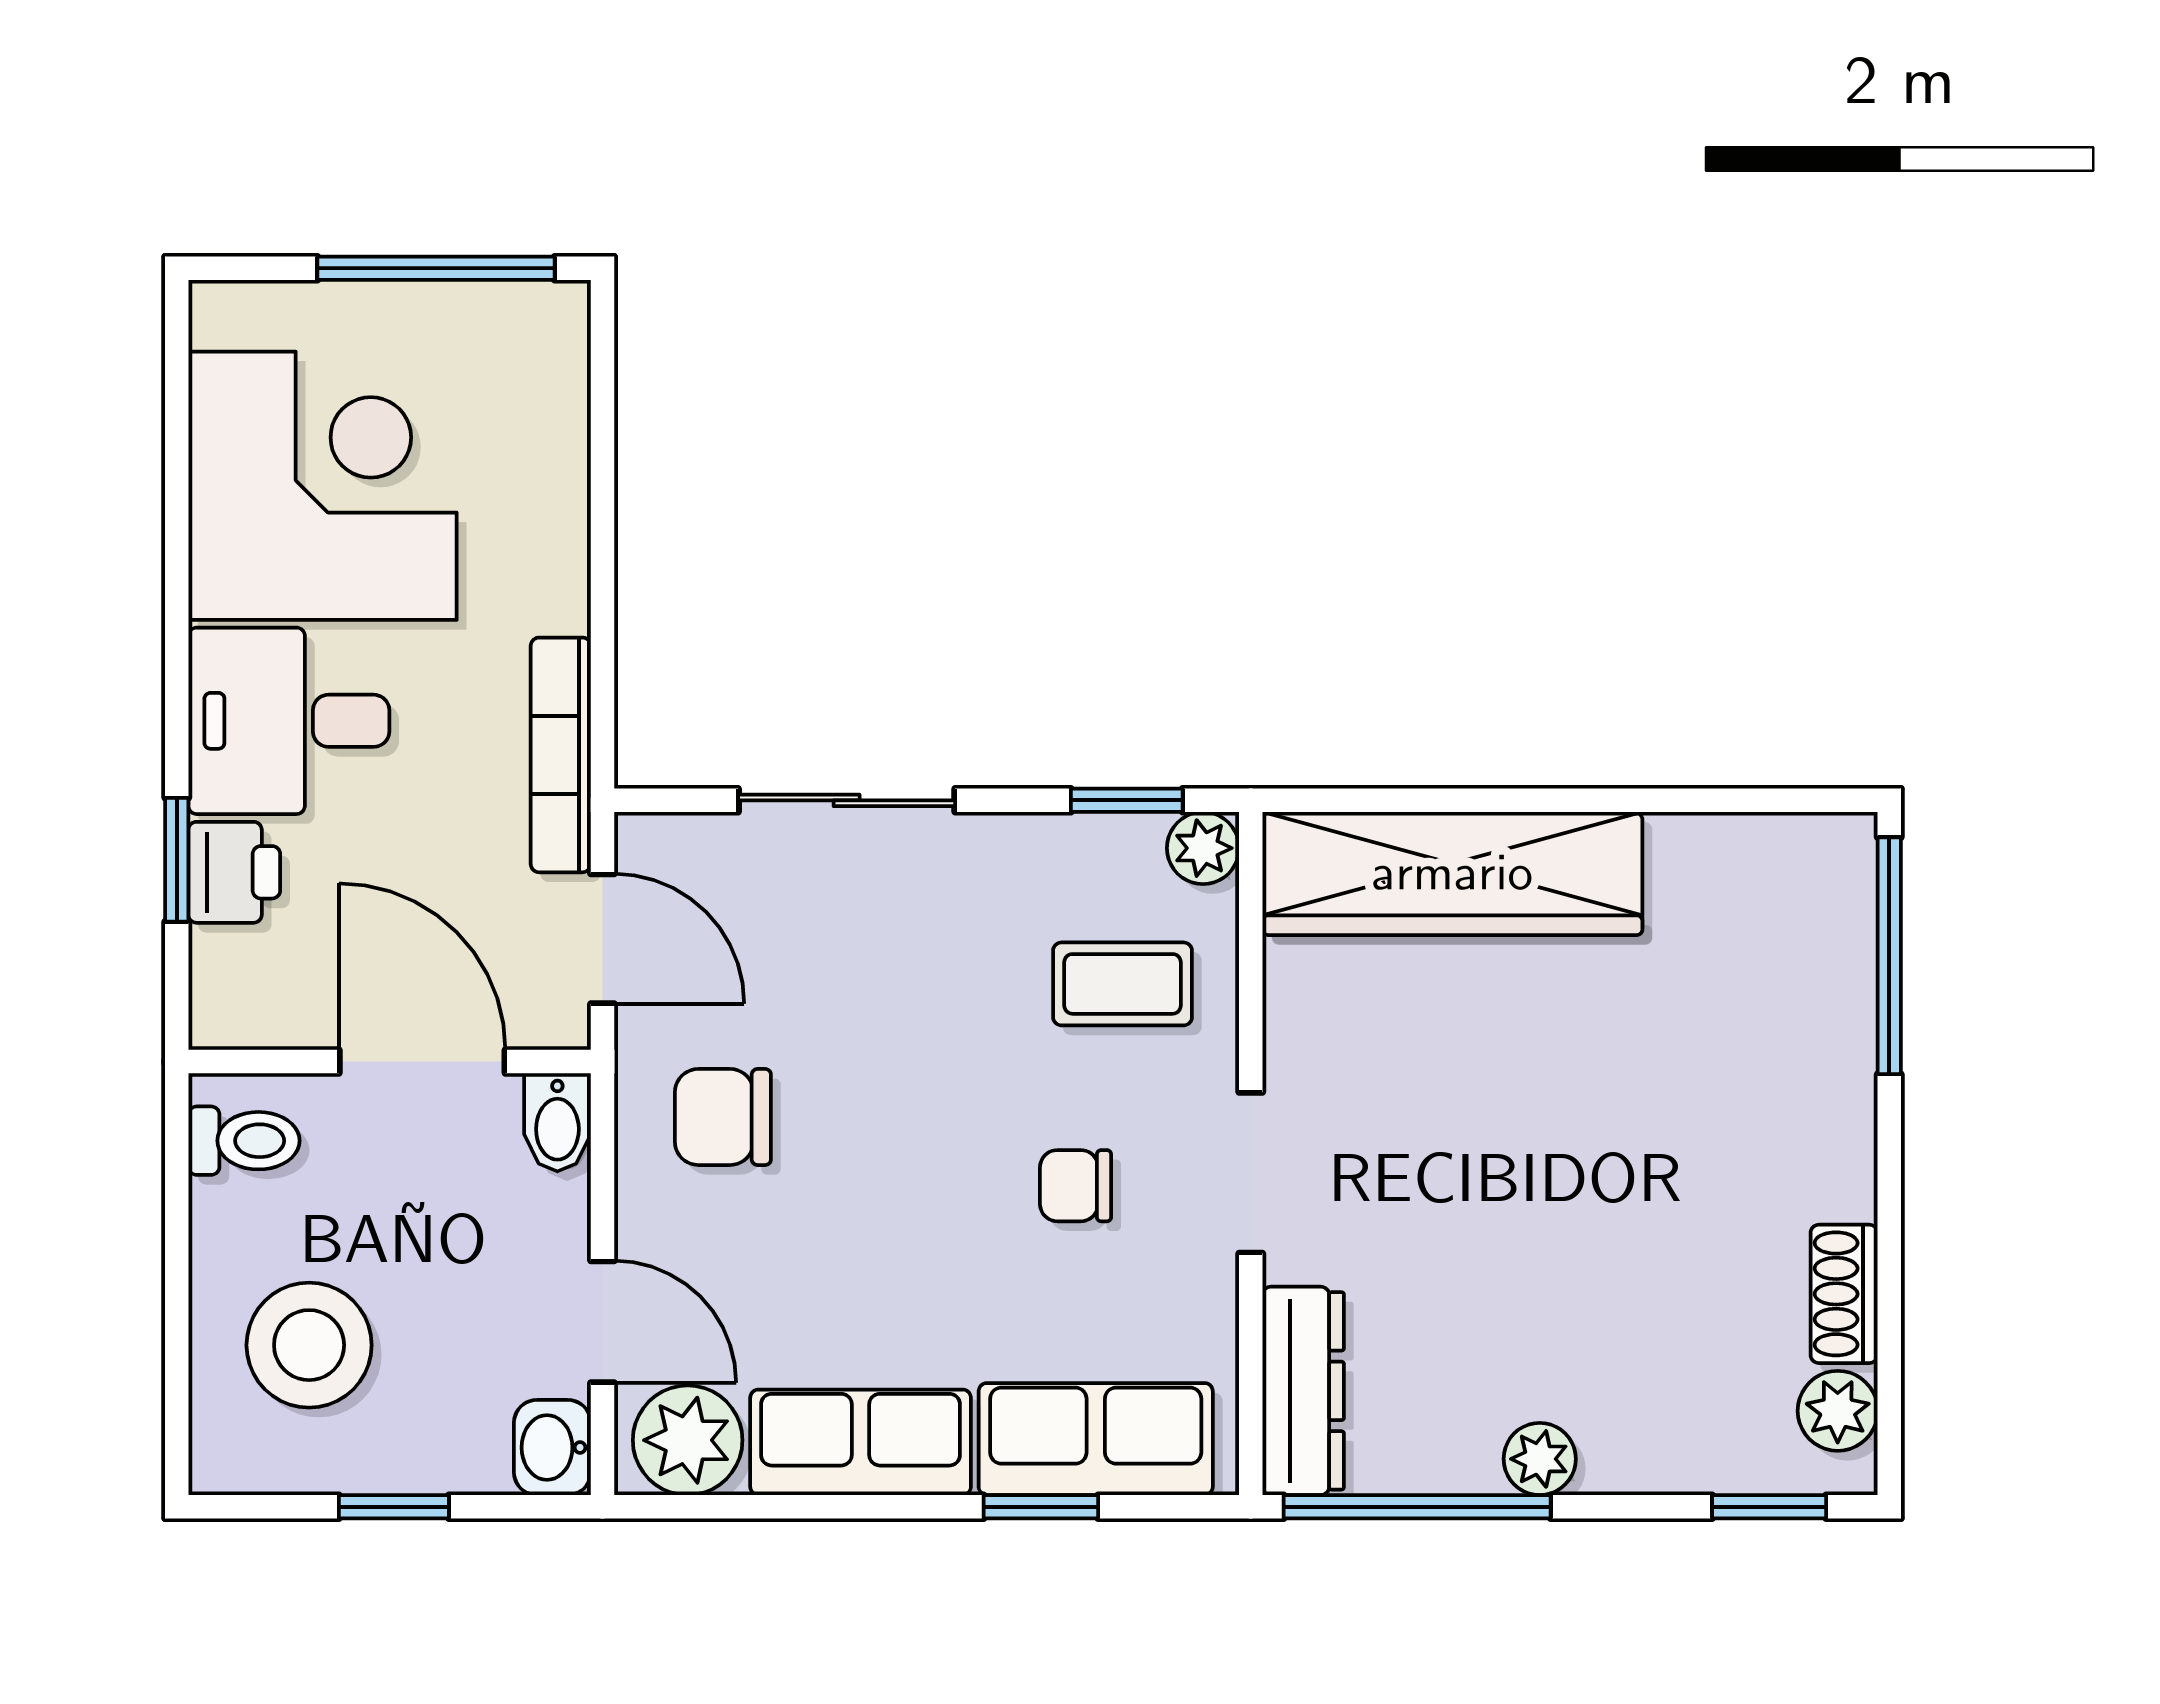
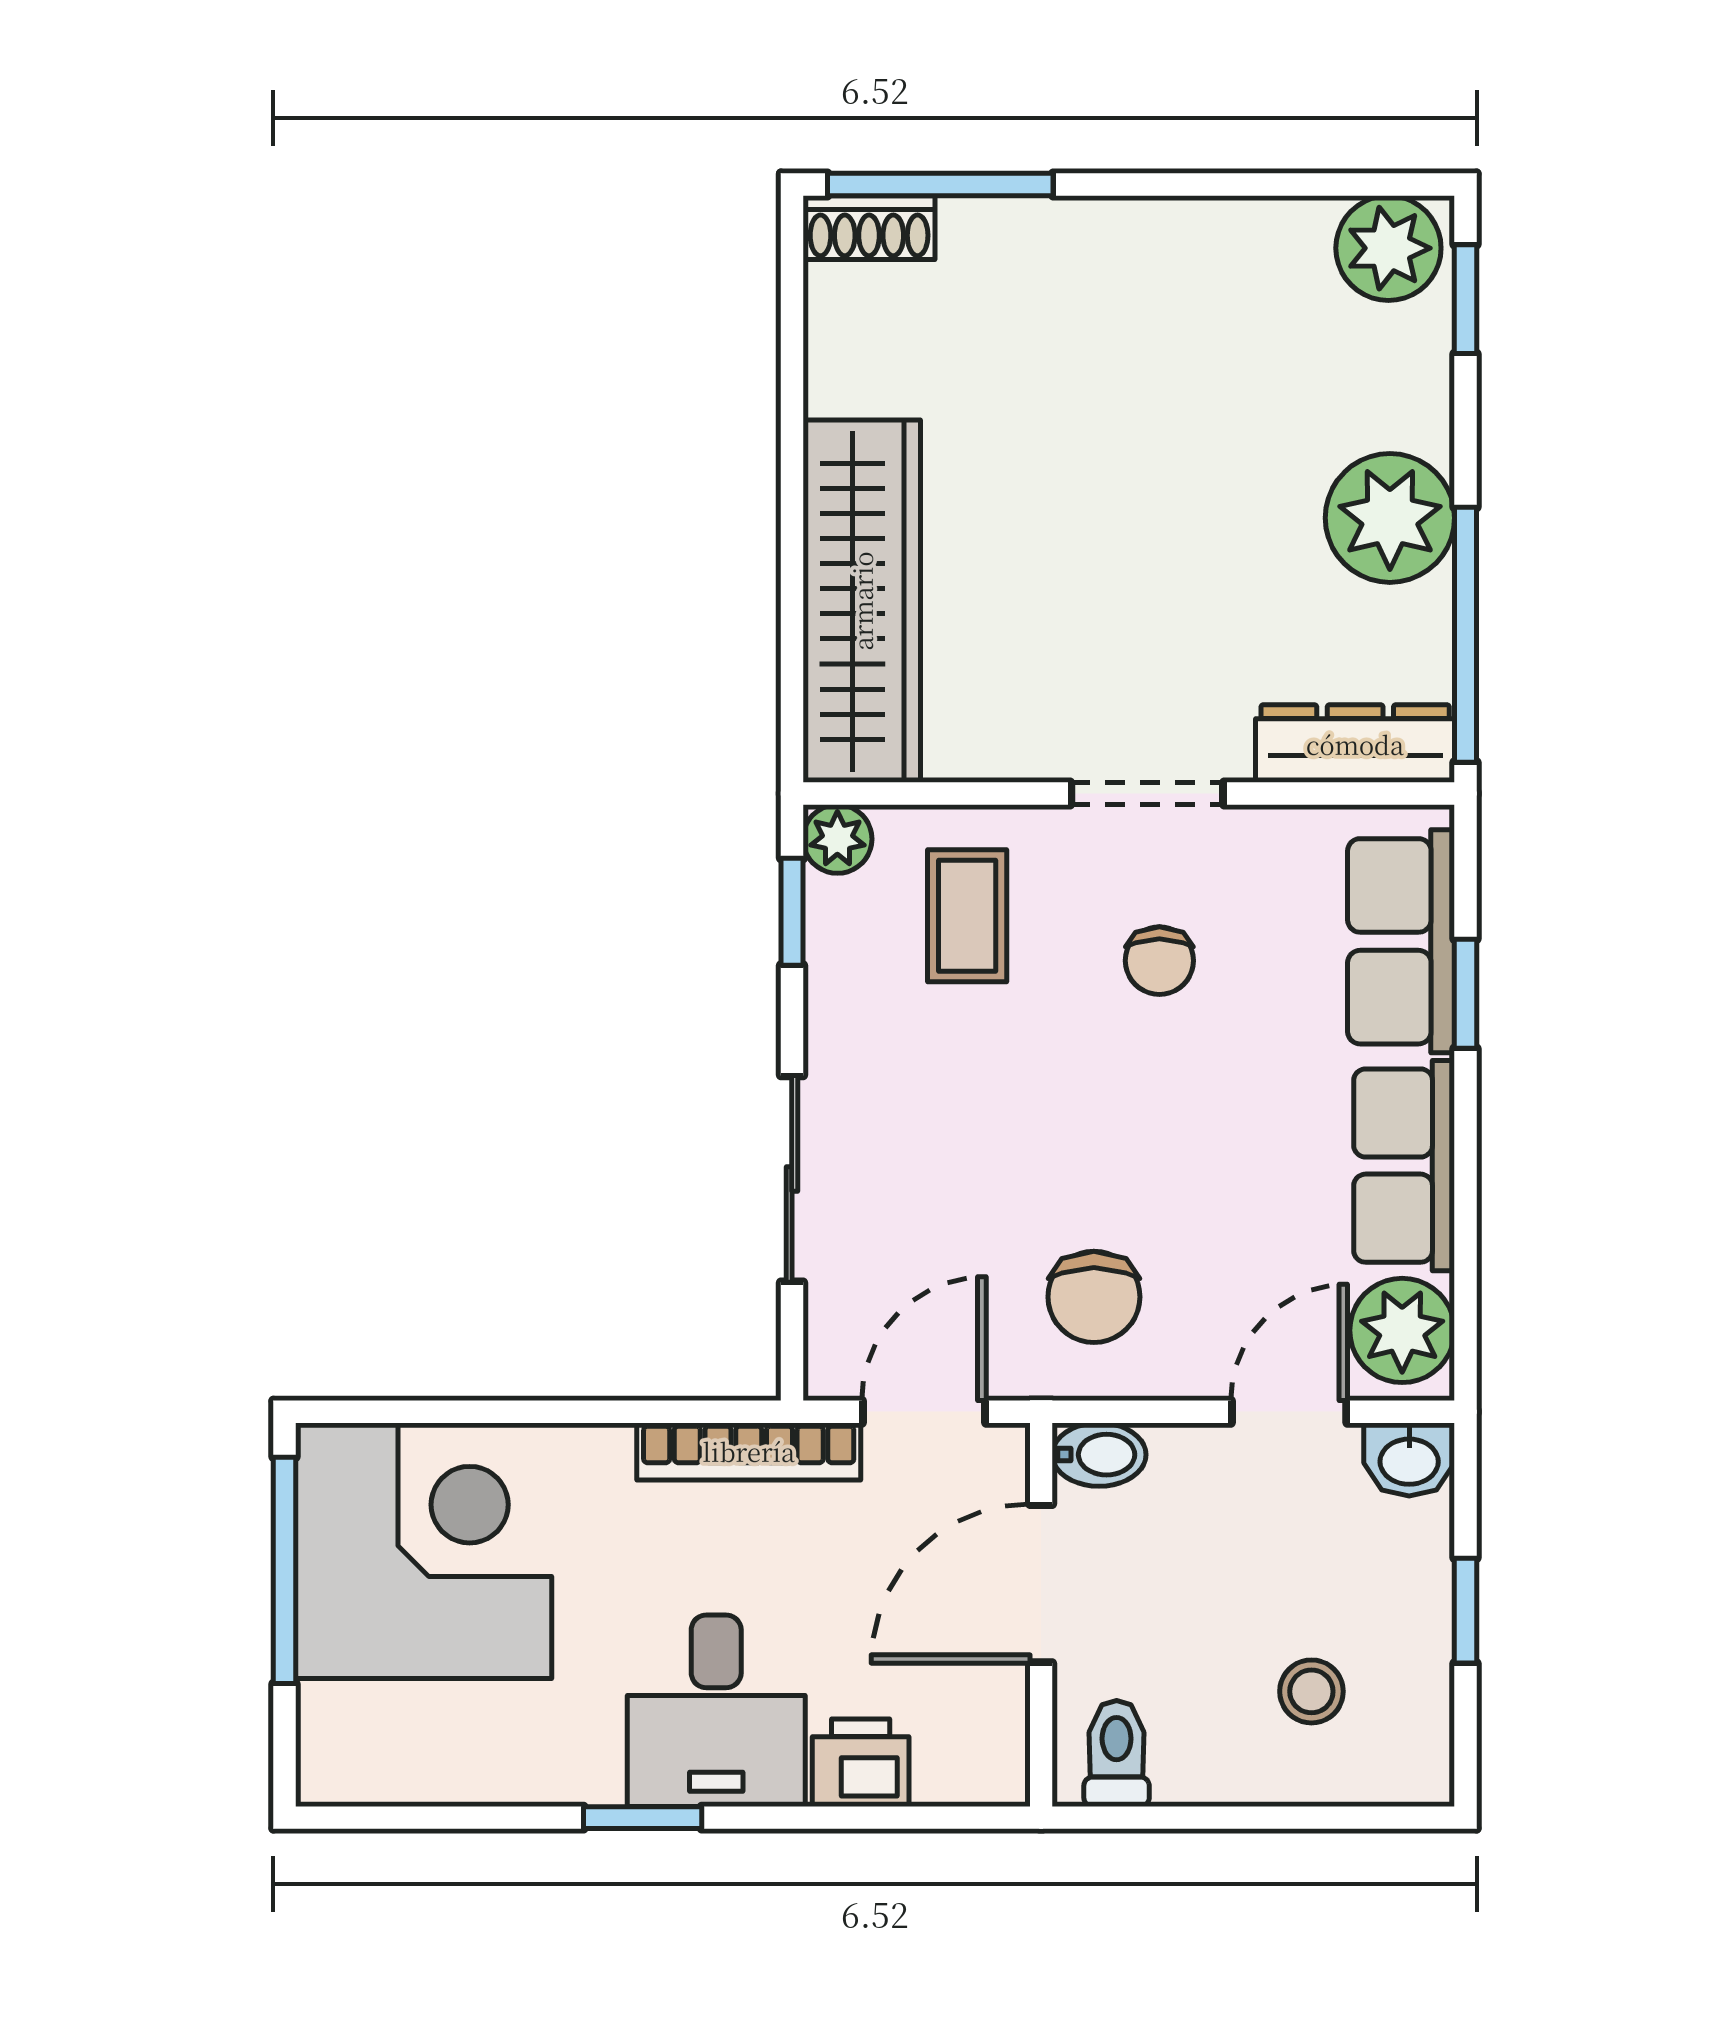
corner desk: (322, 486) -> (424, 1551), moved, turned 90
window: (177, 860) -> (643, 1818), moved
shoe rack: (1844, 1294) -> (869, 228), moved
stool: (309, 1345) -> (1311, 1691), width x0.53, depth x0.53
plant: (1838, 1411) -> (1388, 248), width x1.38, depth x1.38
plant: (1540, 1459) -> (1390, 518), width x1.88, depth x1.88

